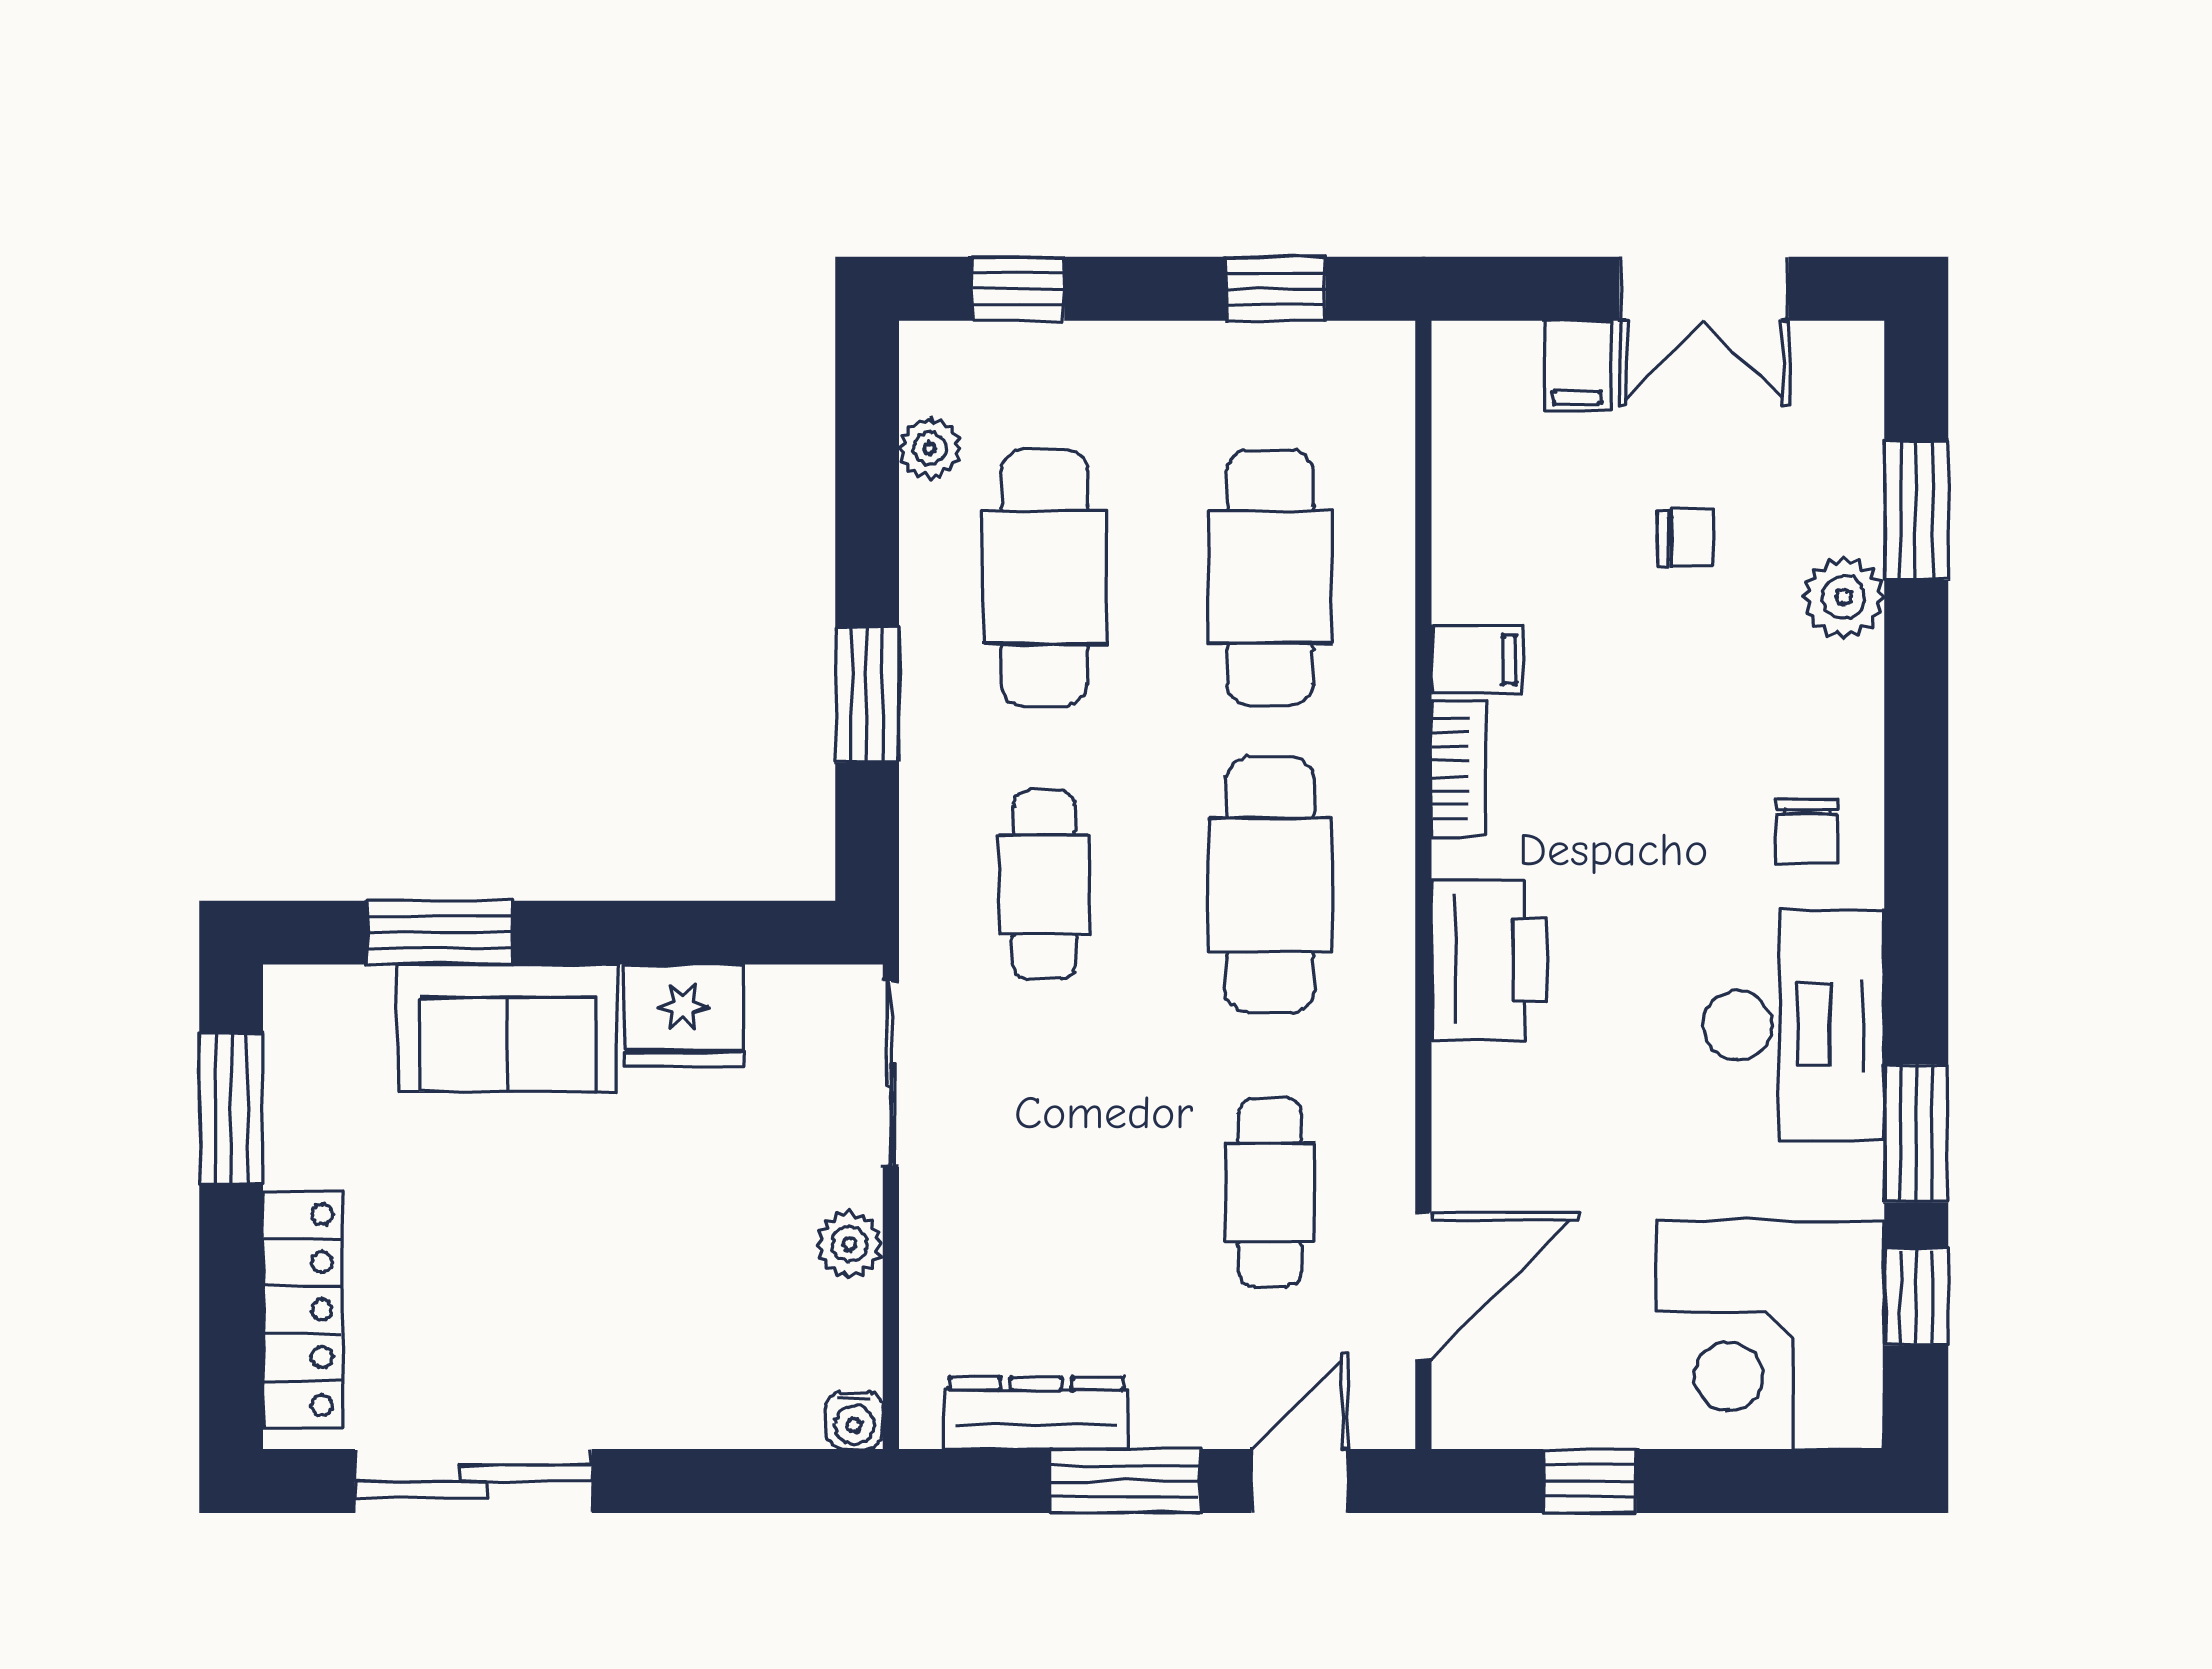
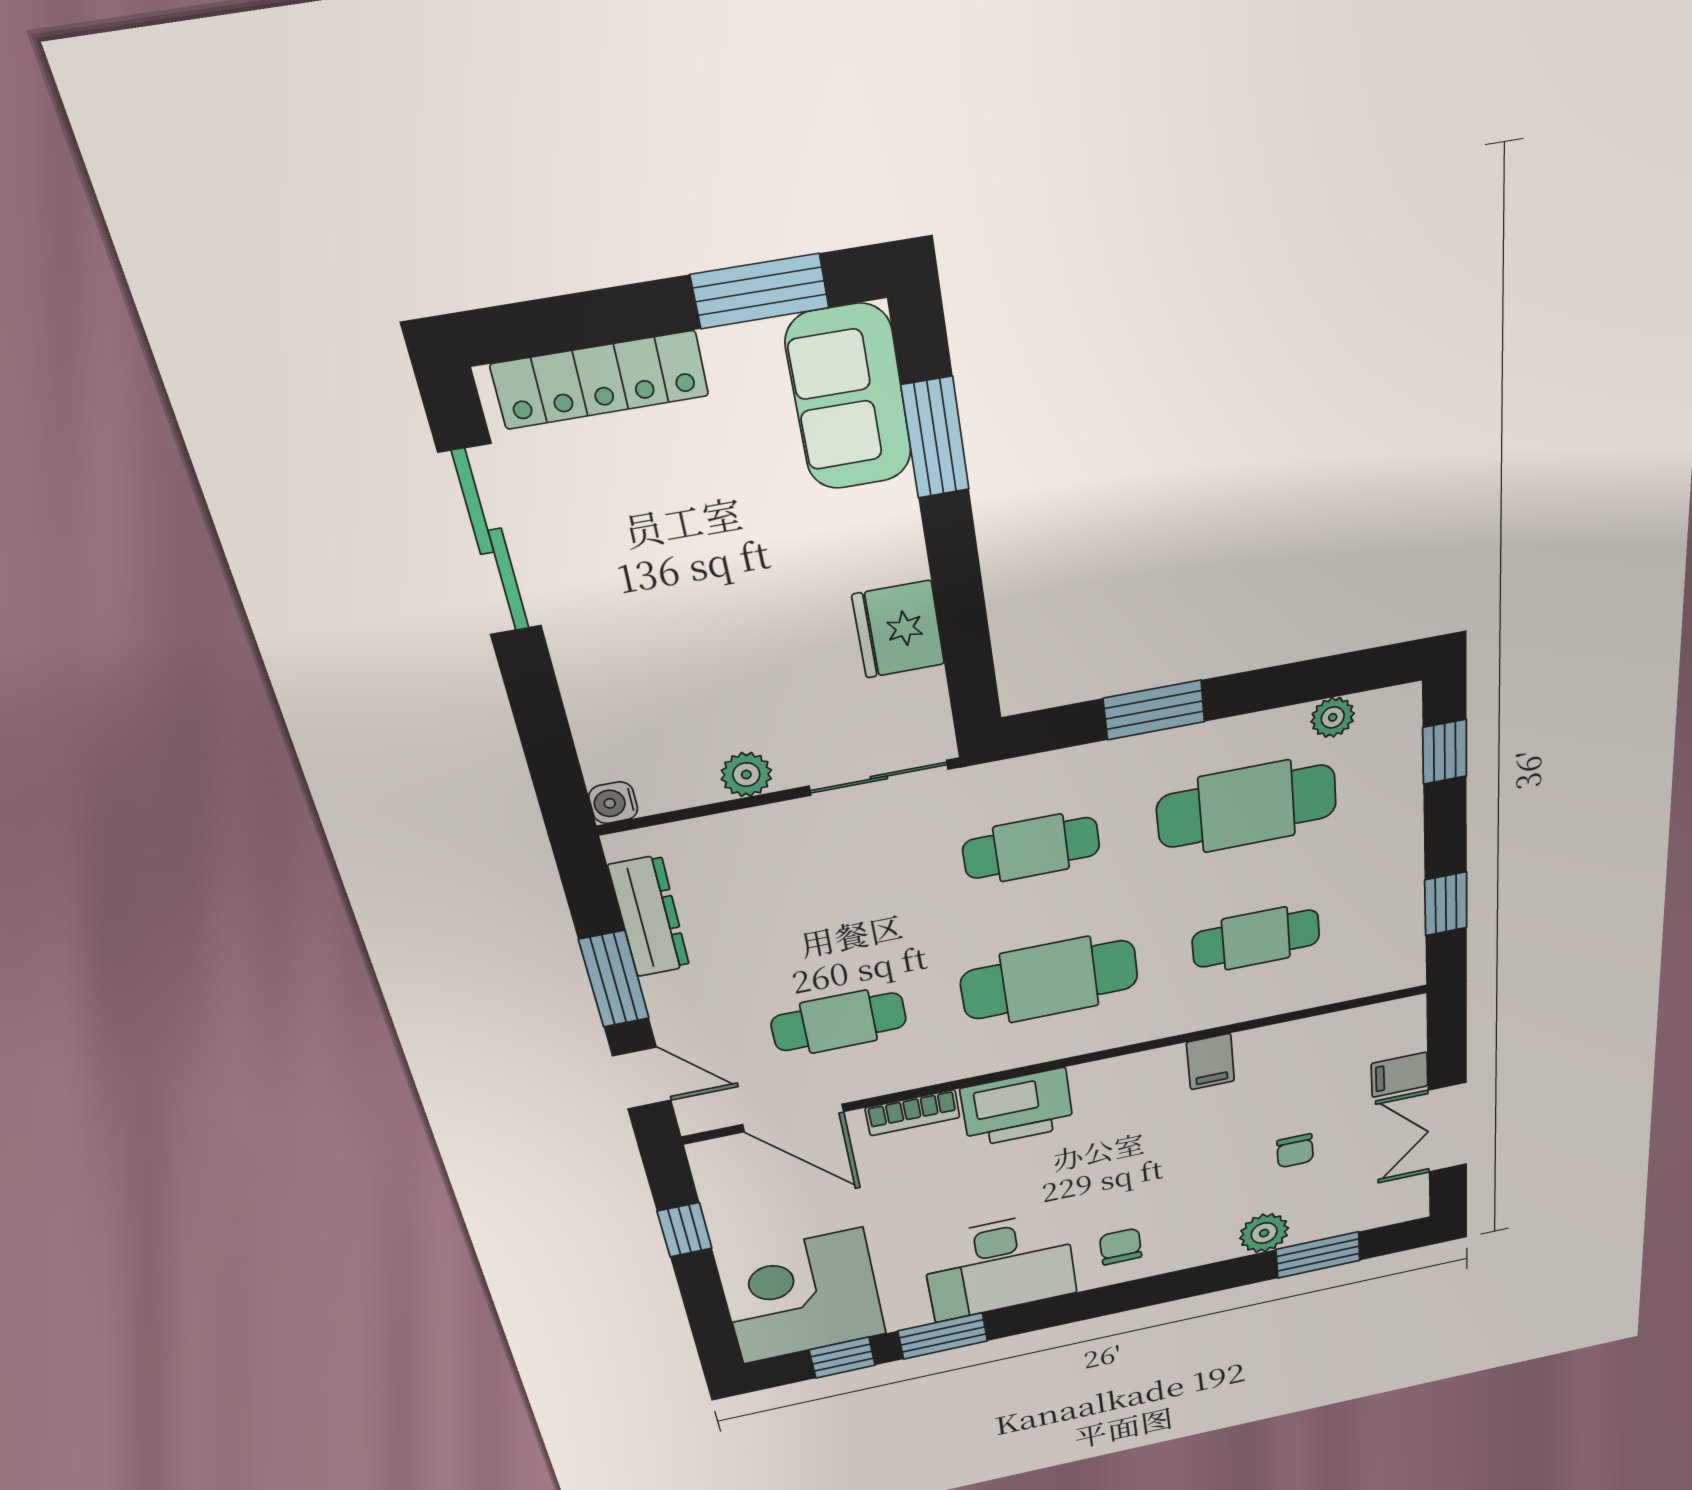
cafe table: (1270, 577) -> (1256, 938), width x0.73, depth x0.74
bookcase: (1458, 768) -> (913, 1113), moved
chair: (1807, 831) -> (1121, 1246), turned 90
sofa: (507, 1028) -> (849, 398), moved

